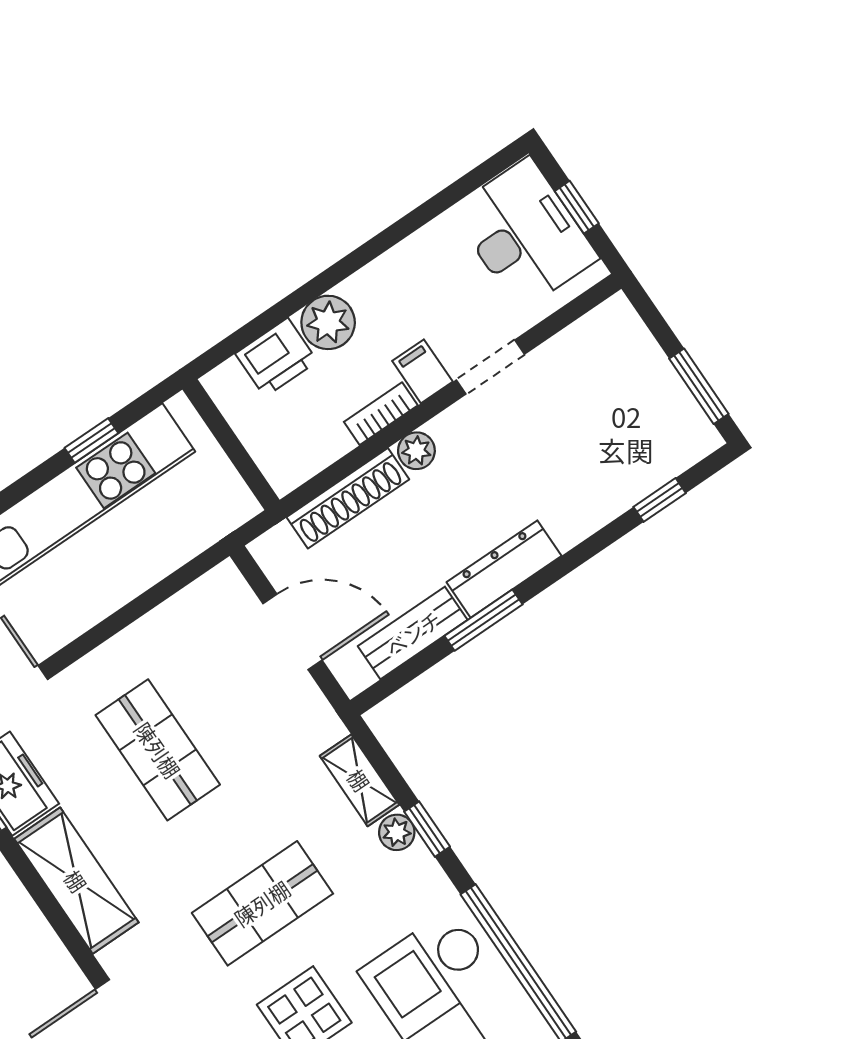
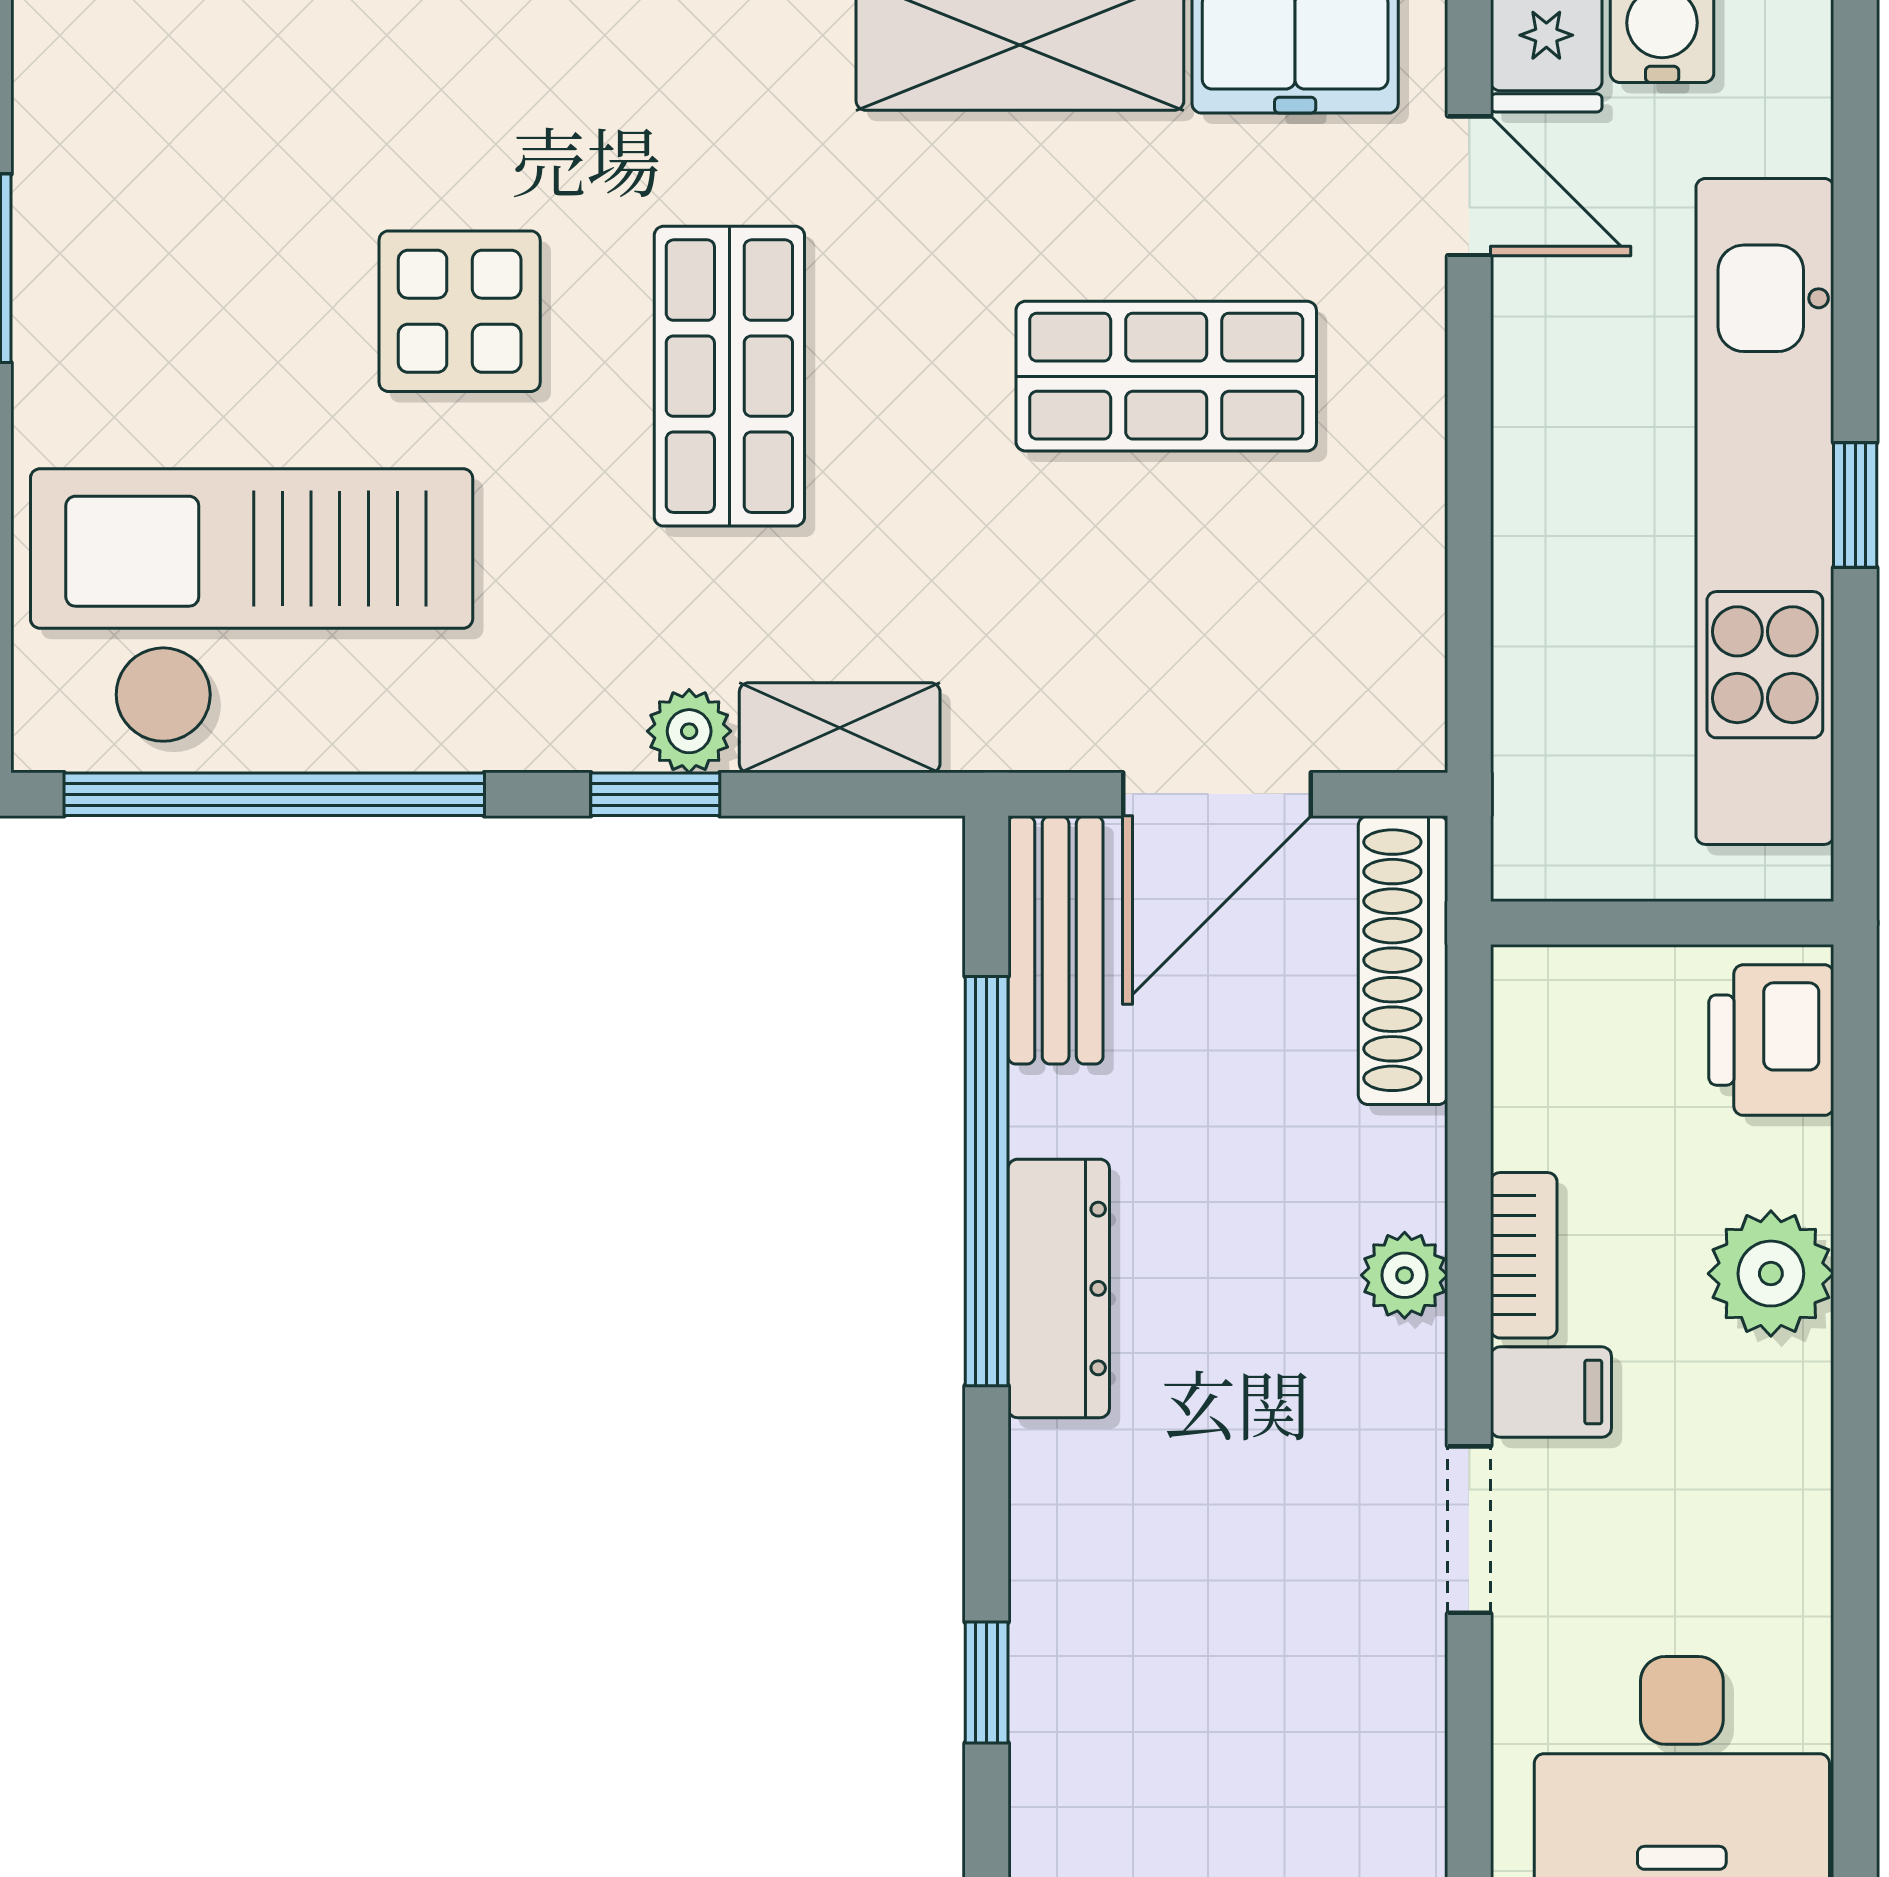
printer: (276, 357) -> (1771, 1040), moved
window: (91, 441) -> (1855, 505), moved
shoe rack: (348, 498) -> (1403, 960), moved
window: (483, 620) -> (987, 1181), width x2.11
bench: (413, 633) -> (1056, 940), moved

